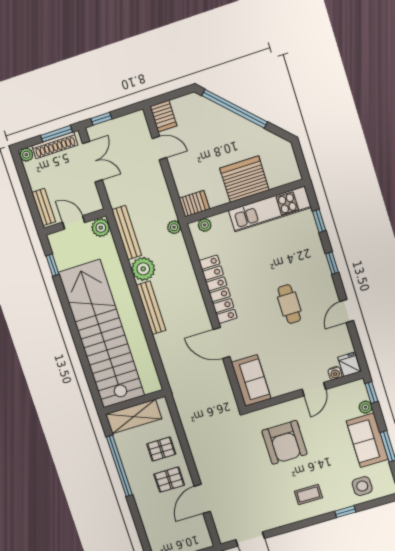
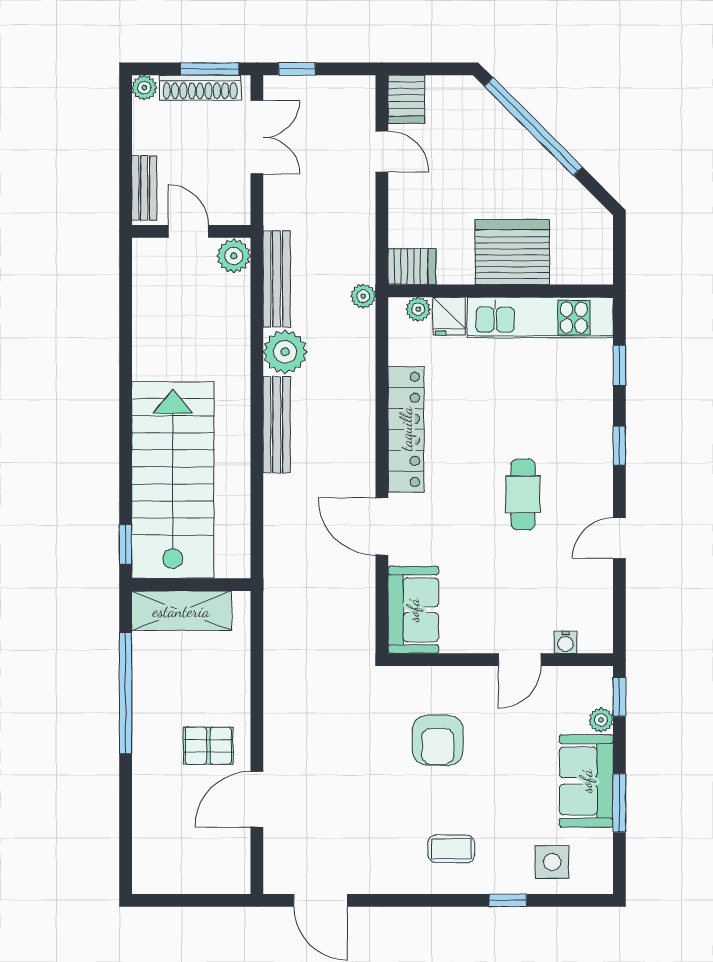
window: (52, 265) -> (126, 544), moved
stairs: (102, 334) -> (173, 480), width x0.73
fridge: (349, 364) -> (449, 316), moved, turned 180
armchair: (284, 442) -> (438, 740), width x0.73, depth x0.73
pallet: (161, 449) -> (212, 685), removed

